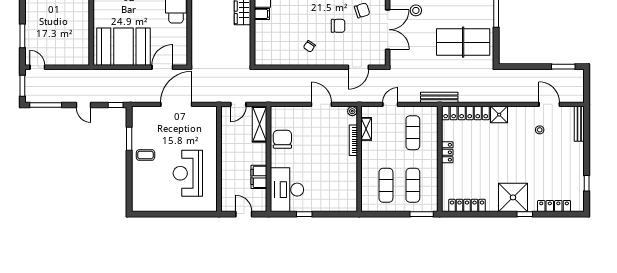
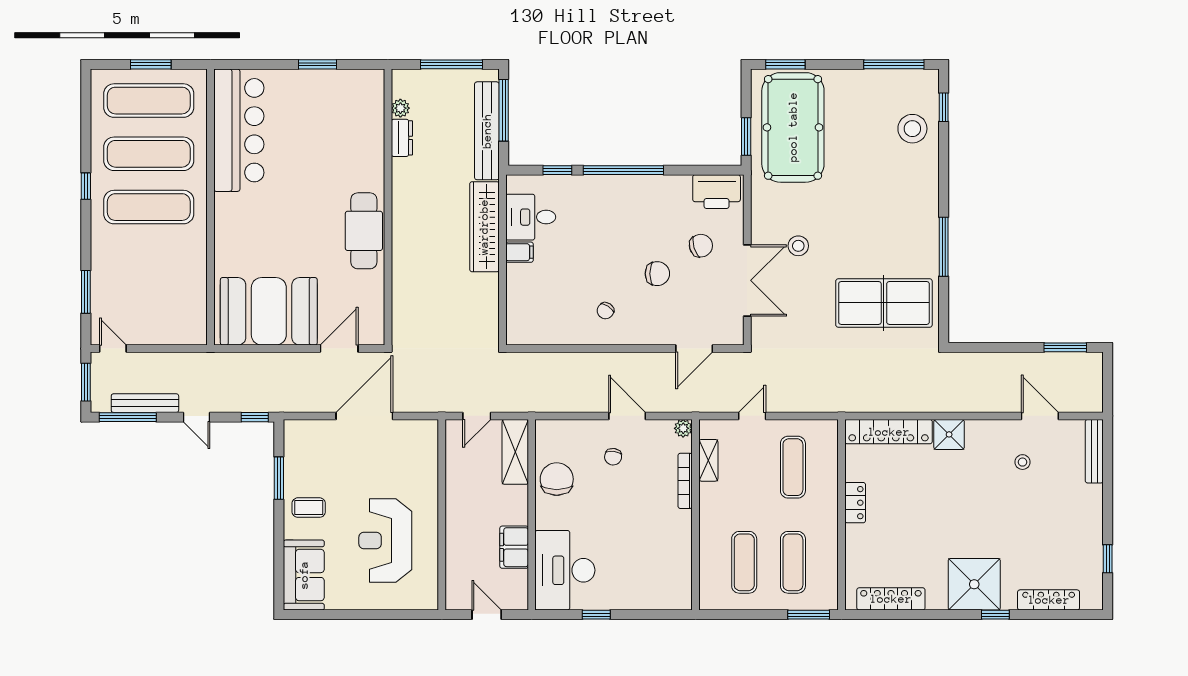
bench: (439, 97) -> (145, 403), moved
chair: (314, 127) -> (613, 457), added
sofa: (143, 192) -> (304, 575), added

